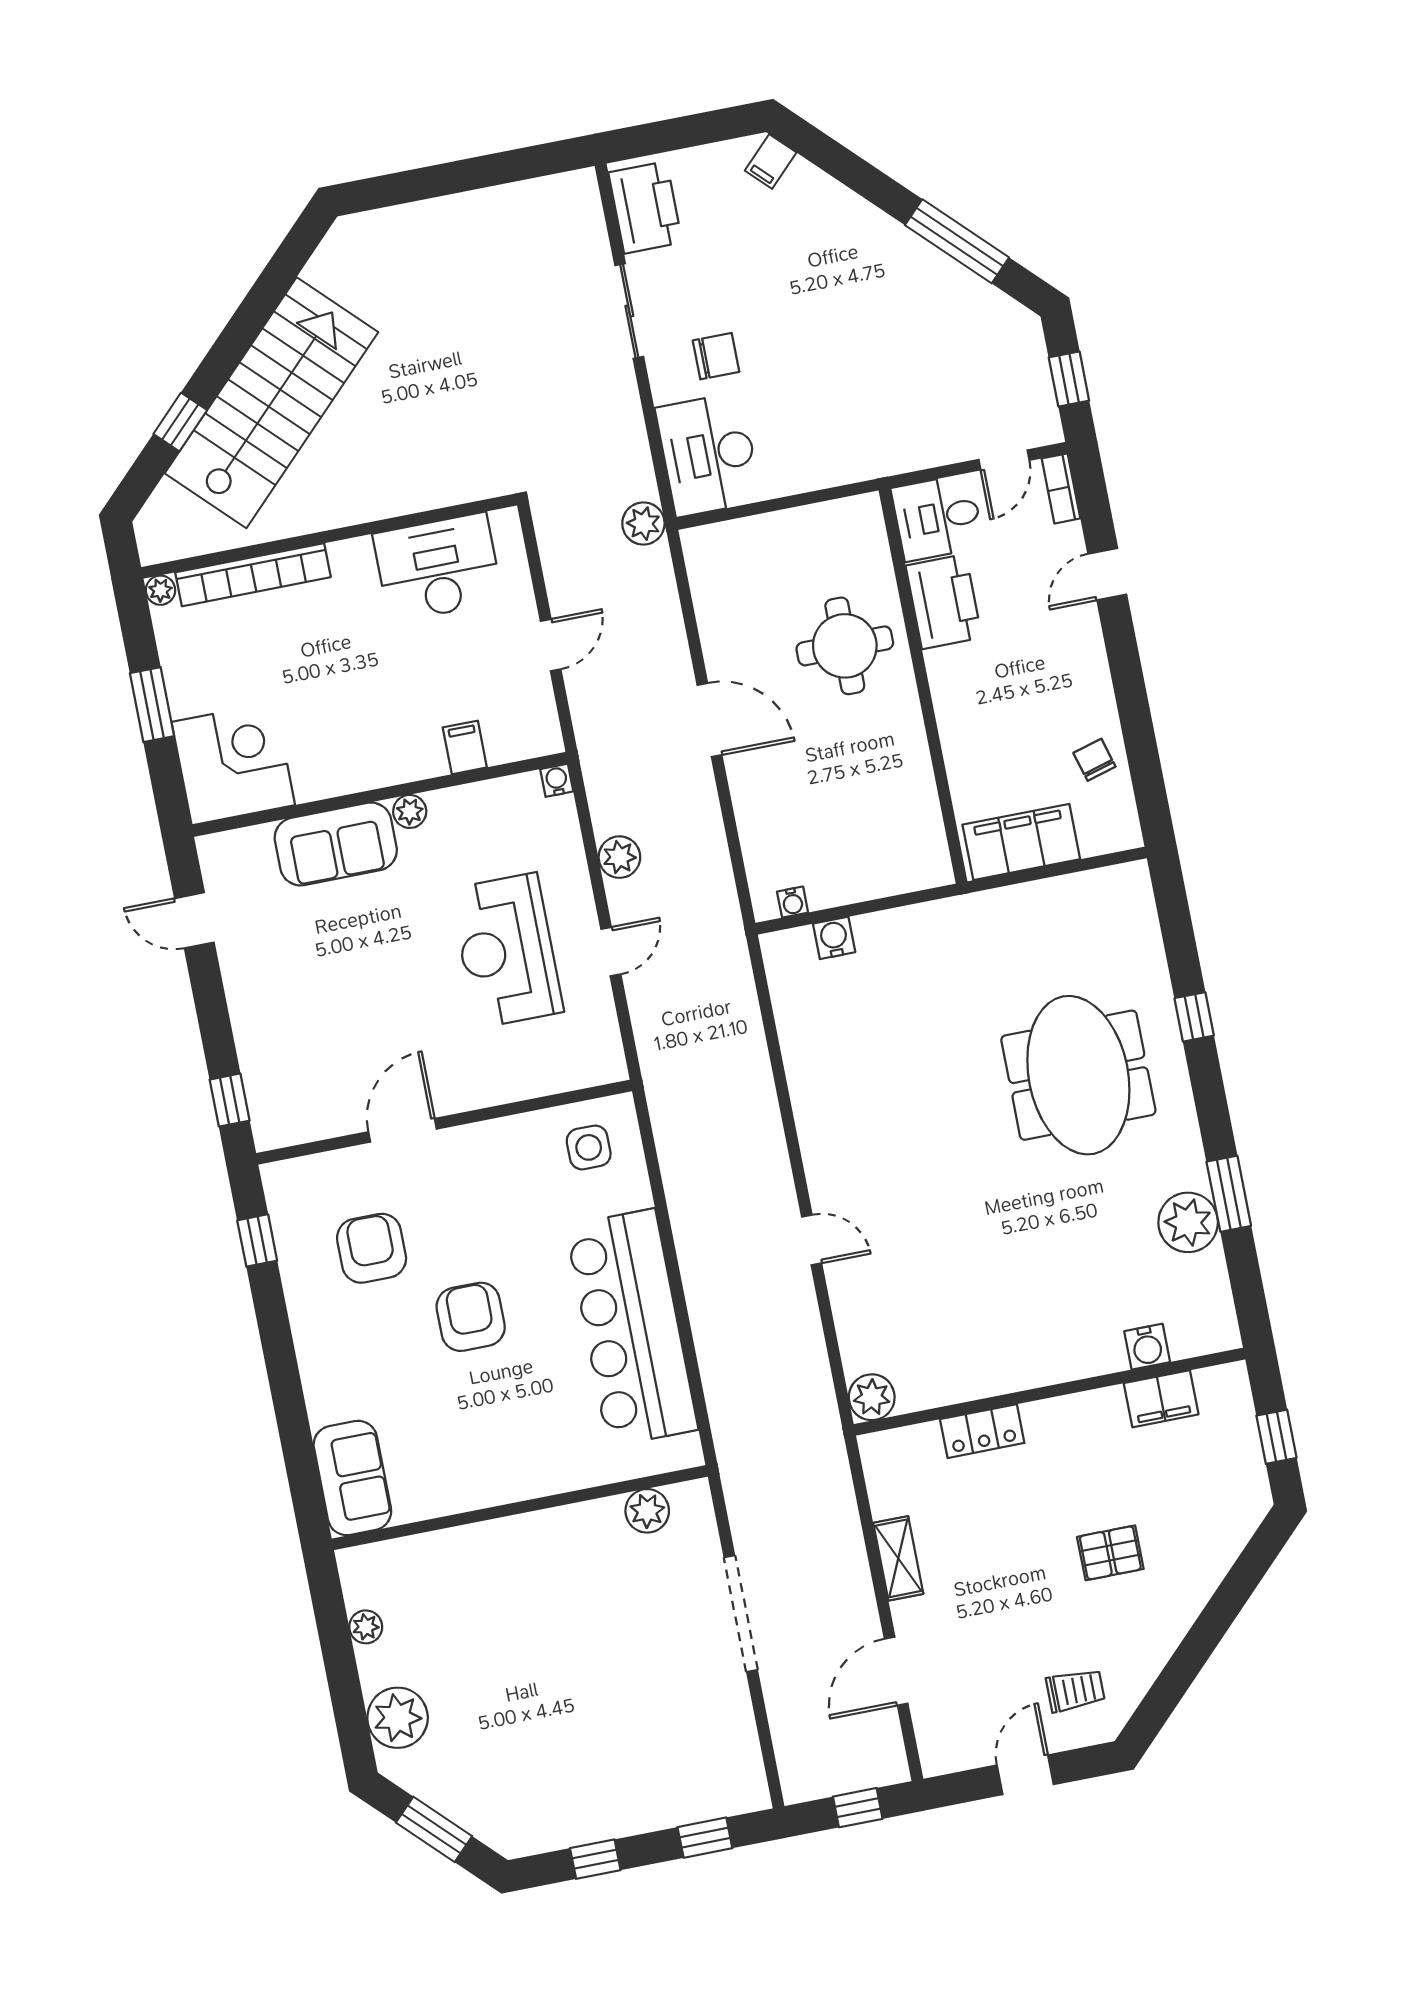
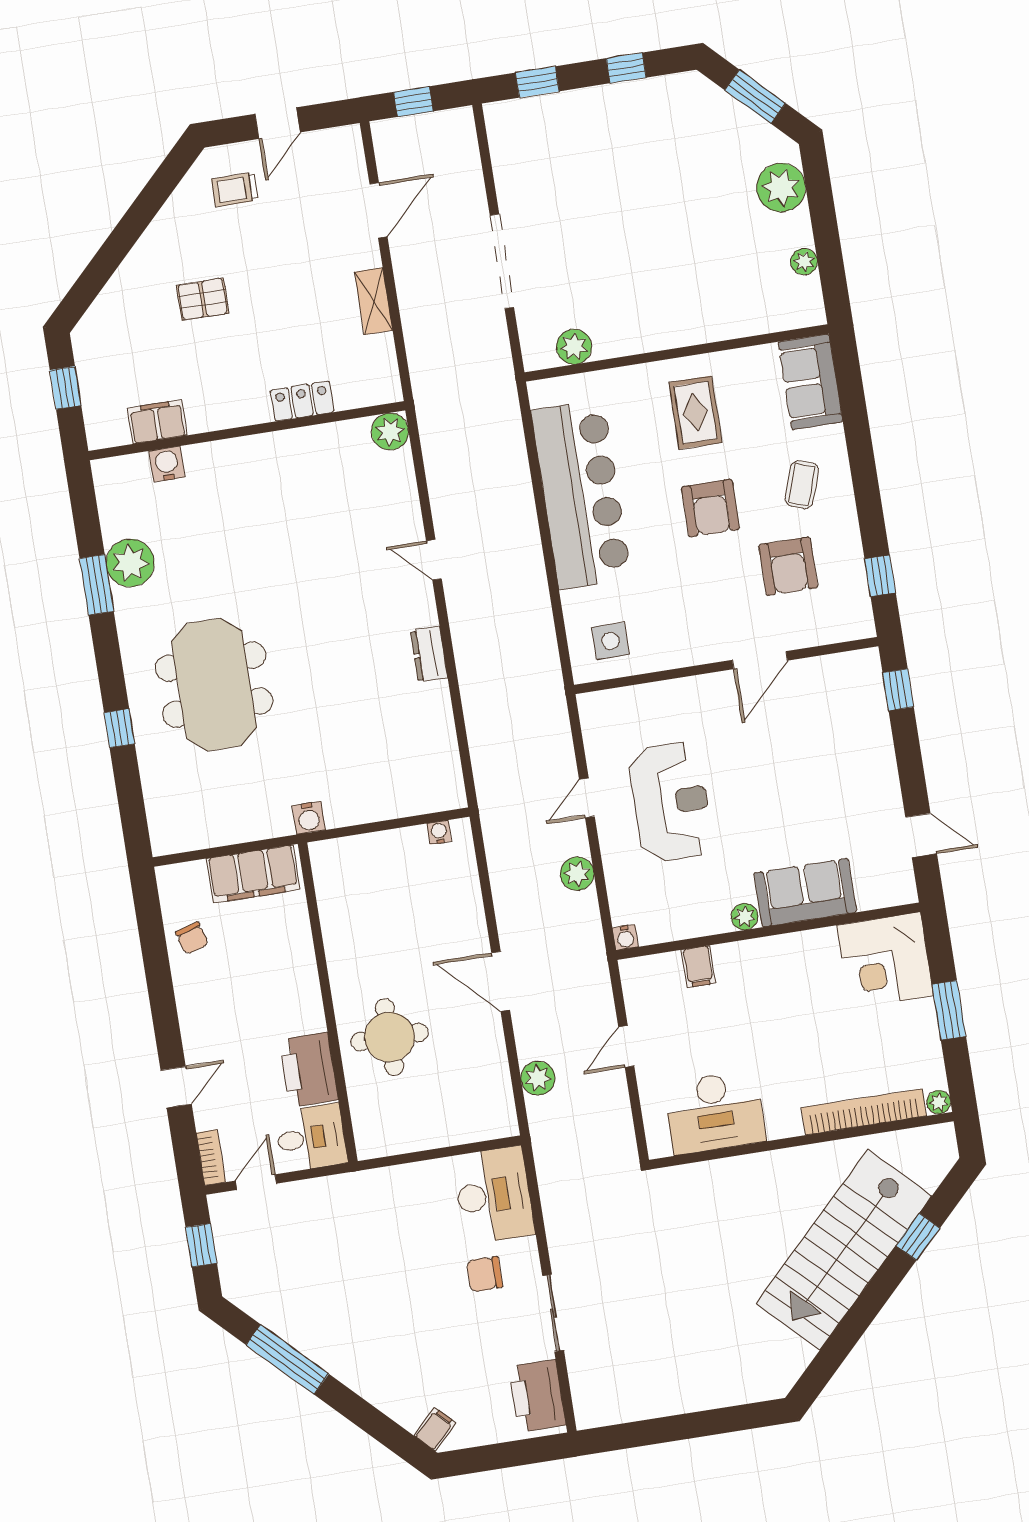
plant: (643, 523) -> (538, 1078), moved
water cooler: (834, 938) -> (309, 818), moved
dresser: (813, 1123) -> (429, 654), added
coffee table: (358, 1350) -> (802, 485), added
rug: (494, 1435) -> (695, 413), added

